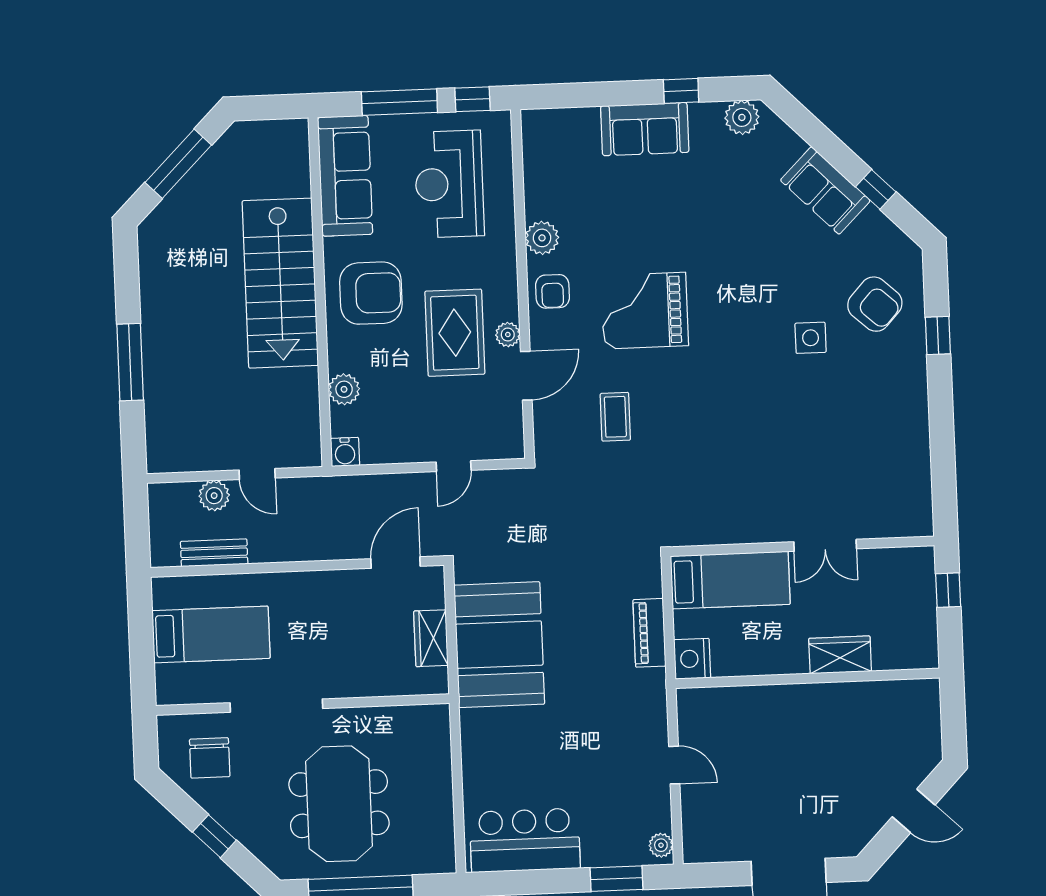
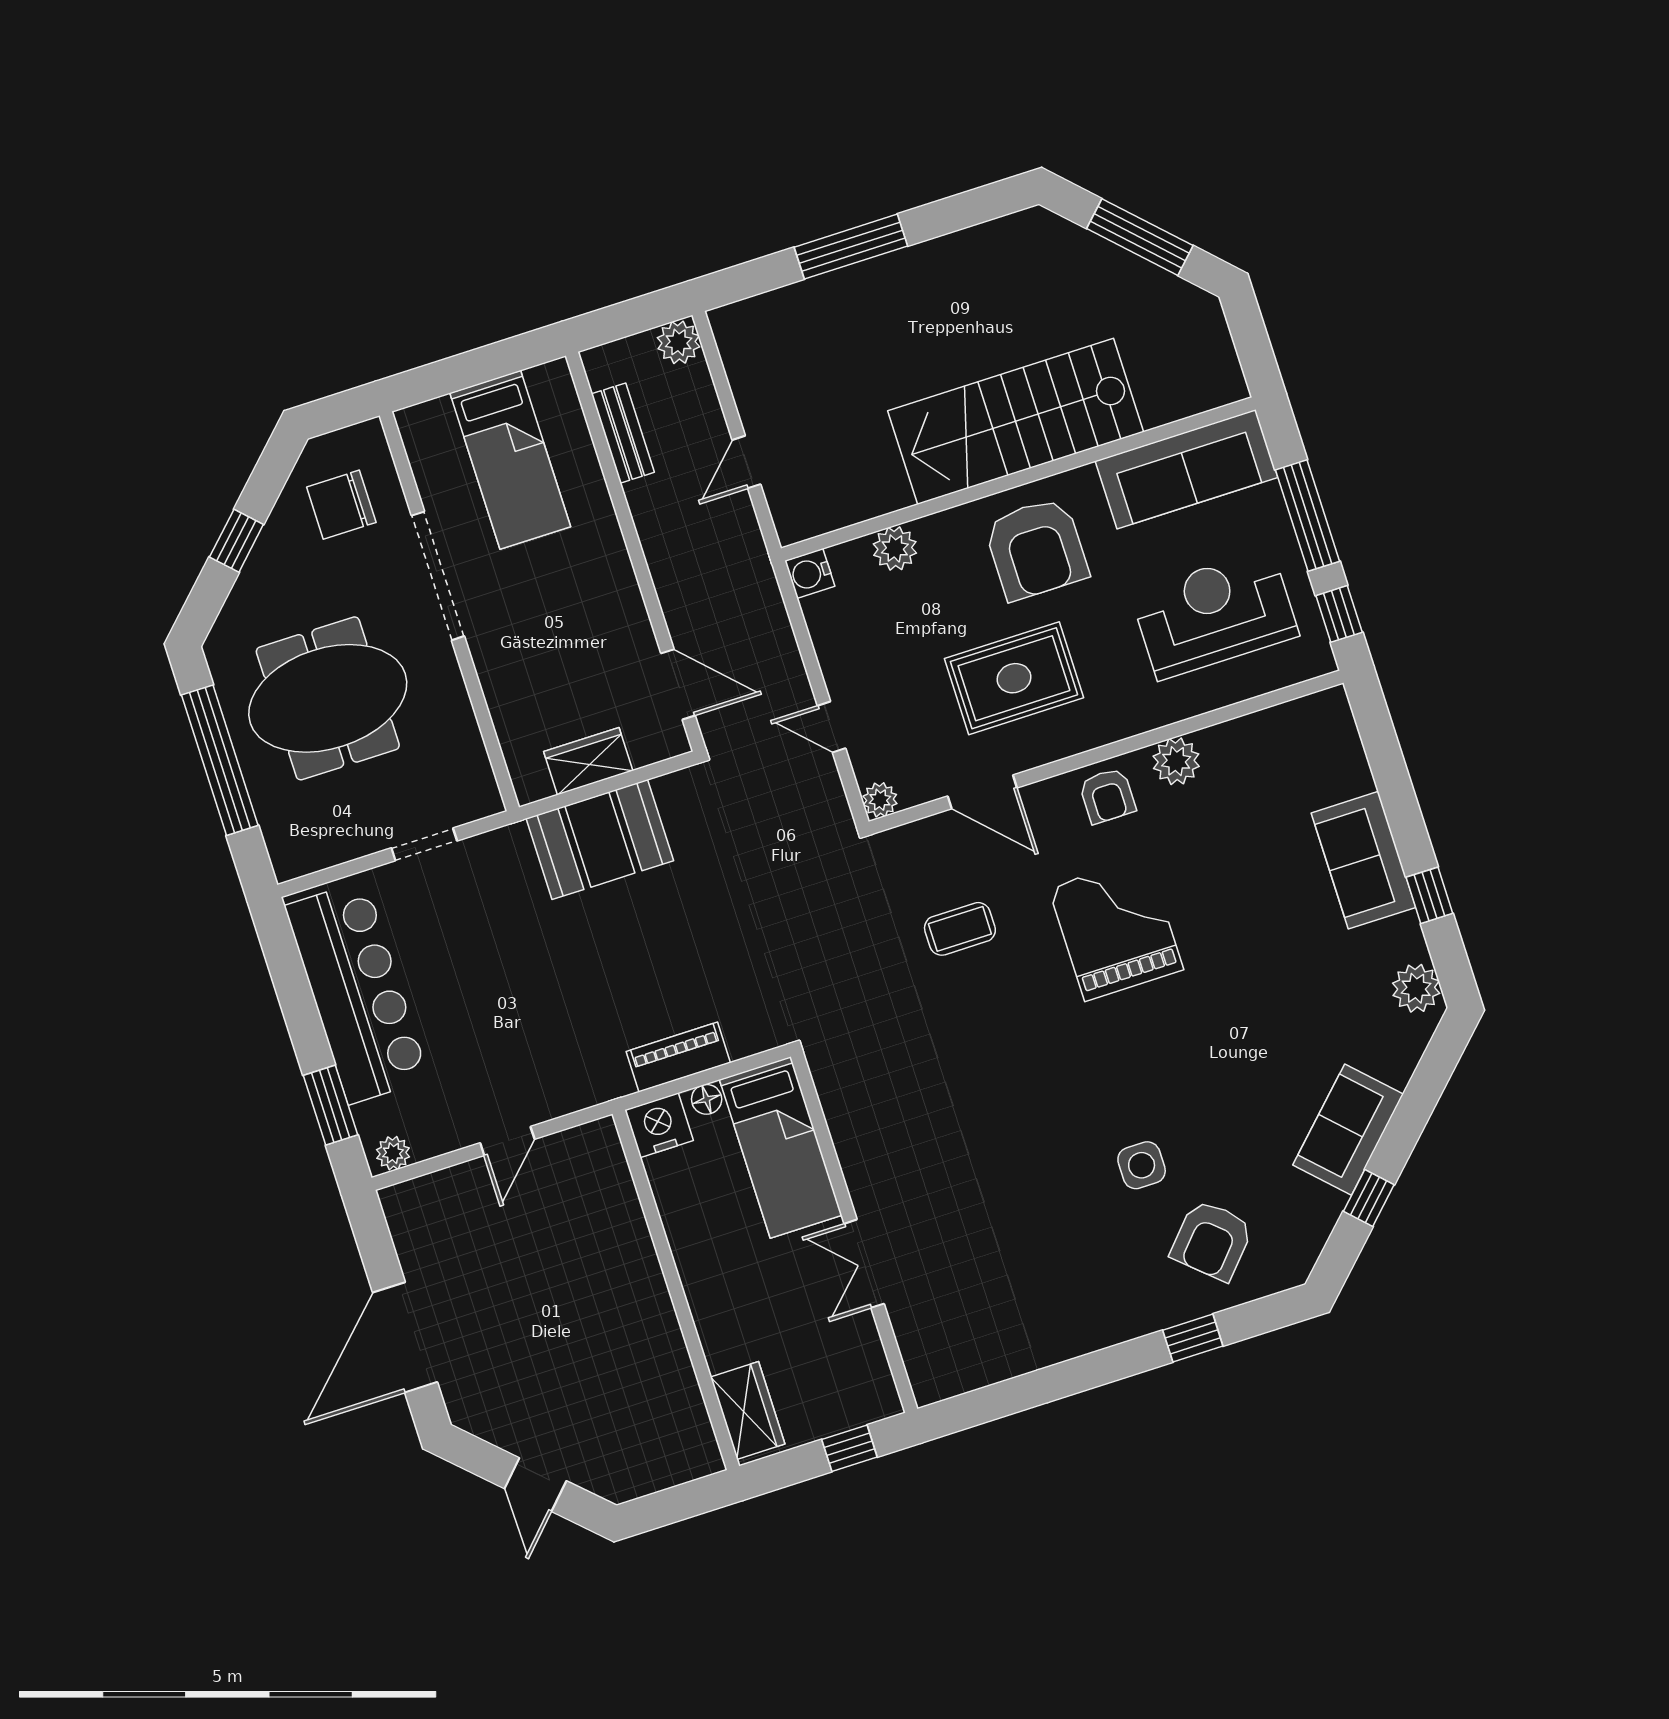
armchair: (552, 291) -> (1107, 796), turned -90
plant: (508, 335) -> (880, 800), moved
plant: (214, 496) -> (679, 342), moved
floor lamp: (683, 622) -> (707, 1099), added
booth: (499, 645) -> (600, 840), width x0.73, depth x0.70
wardrobe: (840, 655) -> (748, 1411), moved
doorway: (457, 766) -> (424, 844), added
bar counter: (525, 840) -> (357, 992), width x1.36

